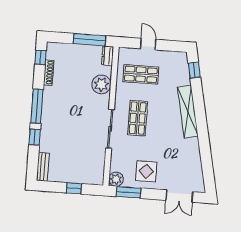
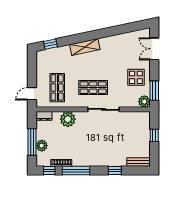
window: (89, 40) -> (32, 142), moved
door: (148, 44) -> (32, 94), moved
plant: (72, 50) -> (42, 146), added
window: (37, 106) -> (76, 171), moved
shelving: (188, 112) -> (85, 47), width x0.68
double door: (179, 196) -> (154, 49), swing flipped

